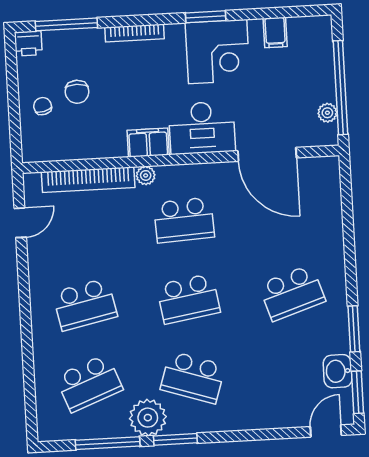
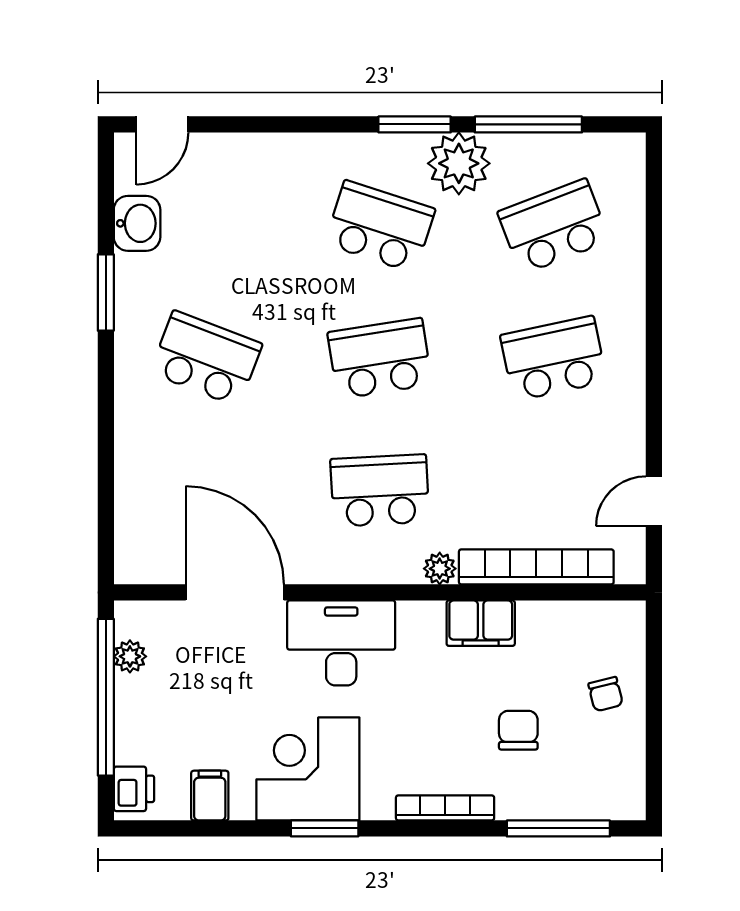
printer: (28, 43) -> (134, 789), moved, turned 90
chair: (77, 92) -> (518, 730), moved
filing cabinet: (148, 143) -> (481, 623), moved
school desk: (292, 293) -> (206, 358), turned 39
window: (357, 392) -> (106, 186), removed

